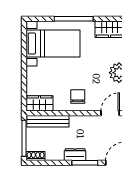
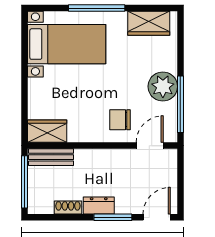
chair: (78, 96) -> (120, 120), moved, turned -90
bench: (48, 121) -> (51, 157), width x0.73
shoe rack: (36, 156) -> (68, 208), moved

